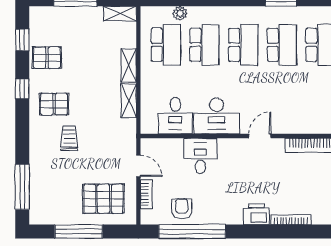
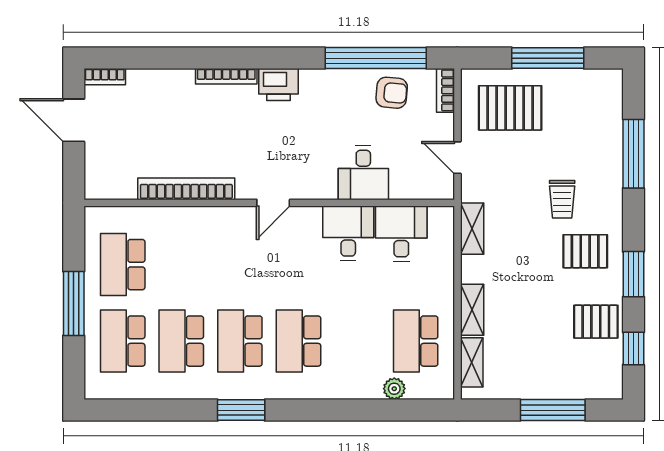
shelving: (120, 14) -> (472, 362), moved, turned 90
school desk: (205, 45) -> (357, 341), removed
window: (22, 89) -> (633, 274), width x1.50
shelving: (129, 101) -> (472, 229), moved
desk: (217, 116) -> (348, 233), width x0.73
window: (22, 187) -> (633, 154), moved
bookcase: (146, 194) -> (445, 90), moved
armchair: (182, 209) -> (392, 93), turned -85

